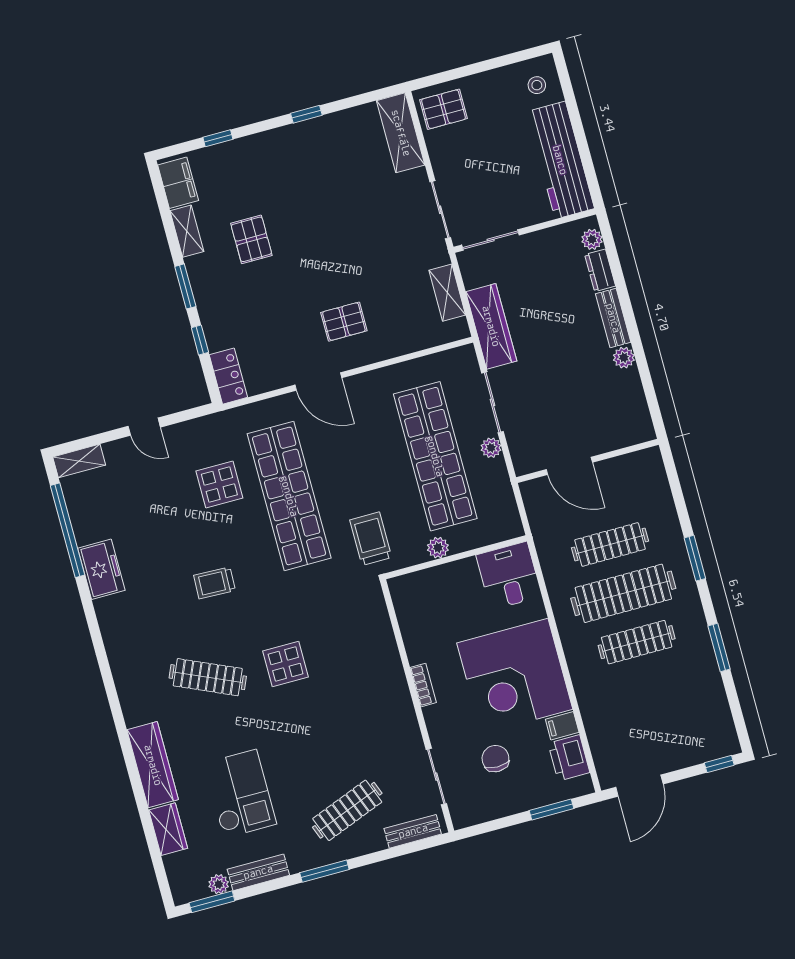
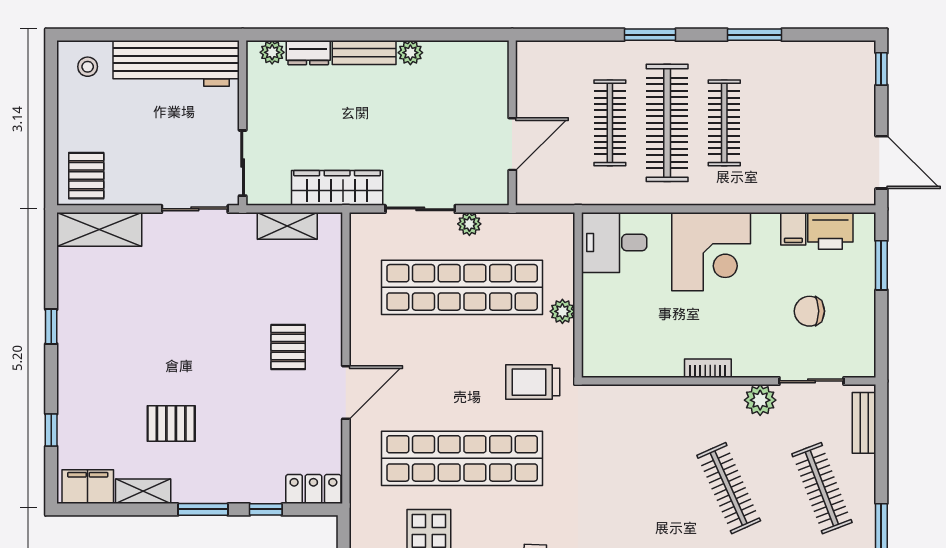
display table: (286, 664) -> (644, 512), removed
corner desk: (515, 676) -> (711, 252), width x0.74, depth x0.74
clothes rail: (326, 731) -> (729, 488), added
plant: (408, 737) -> (760, 400), added

